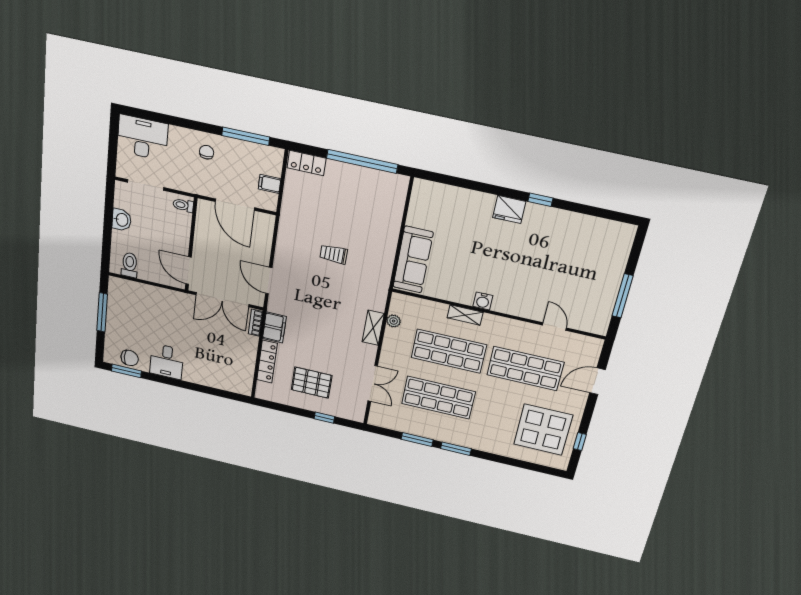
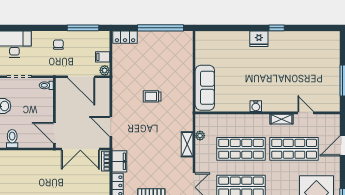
plant: (270, 203) -> (105, 70), added
shelving: (465, 315) -> (281, 119), moved

